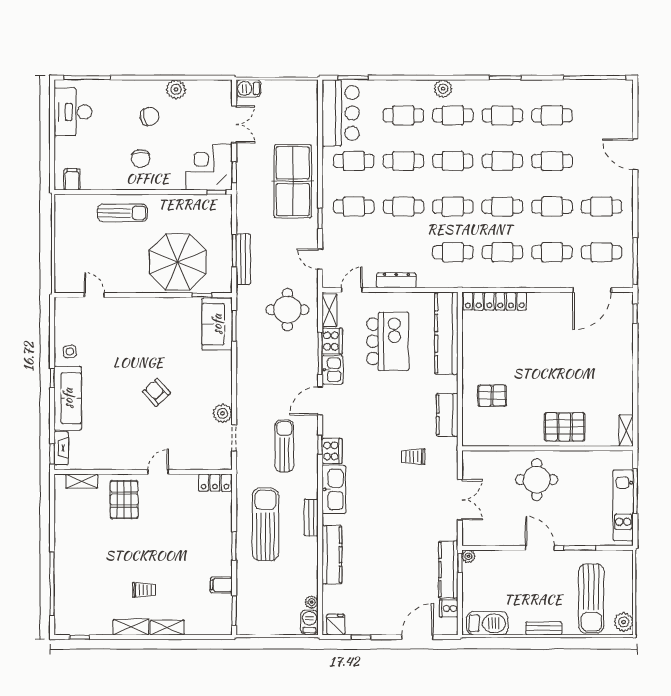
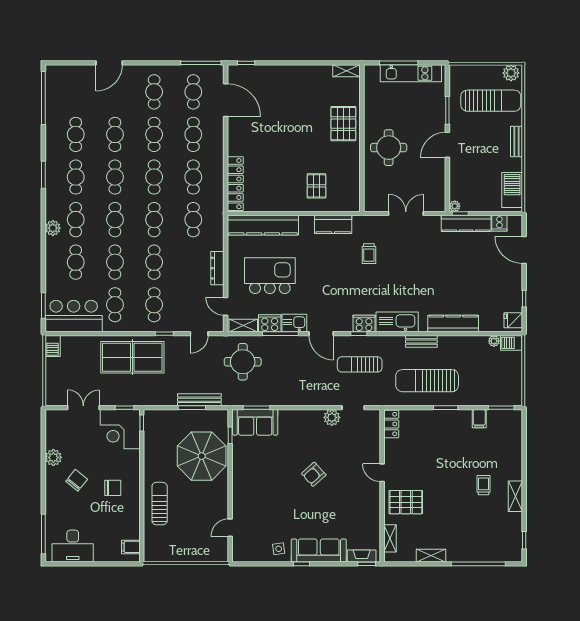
barbecue: (248, 88) -> (53, 346), moved
chair: (149, 116) -> (77, 480), turned 51
shelving: (167, 628) -> (431, 556), moved, turned 90

